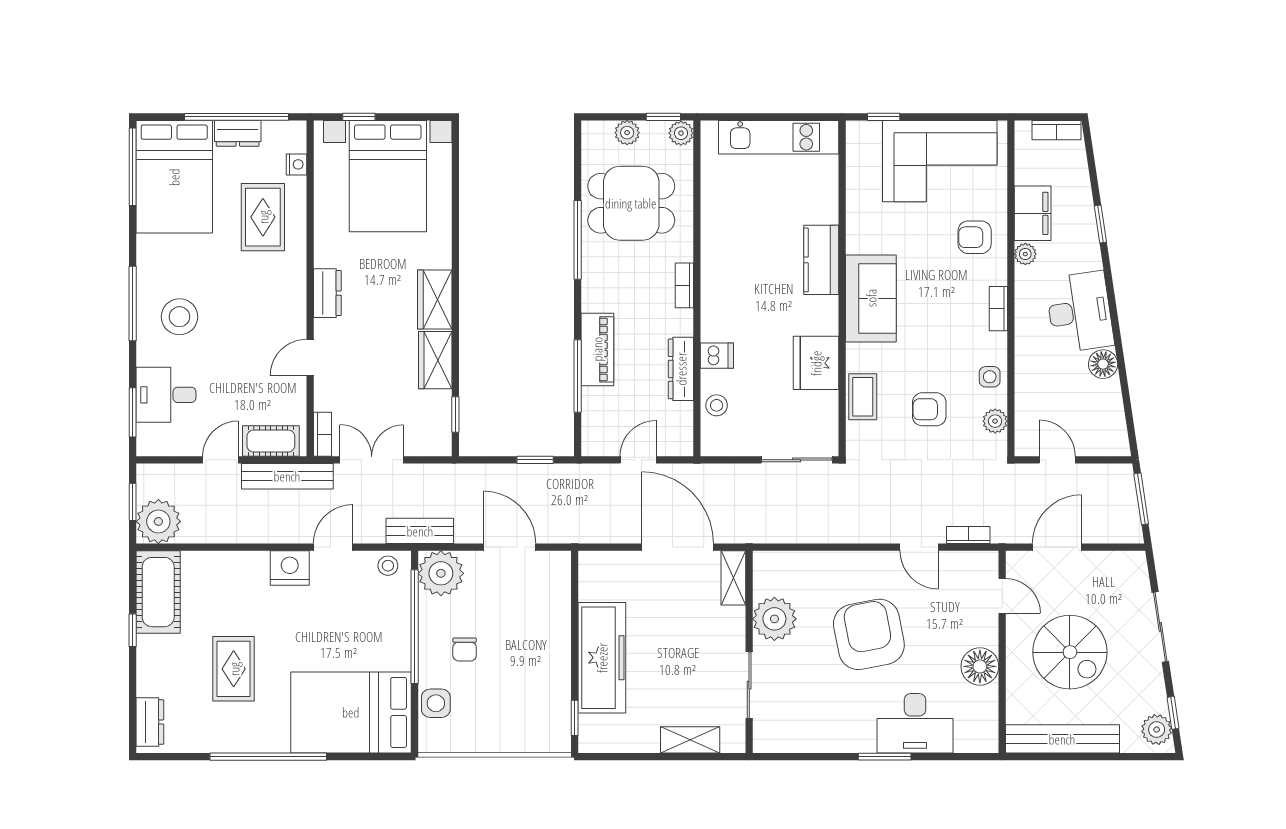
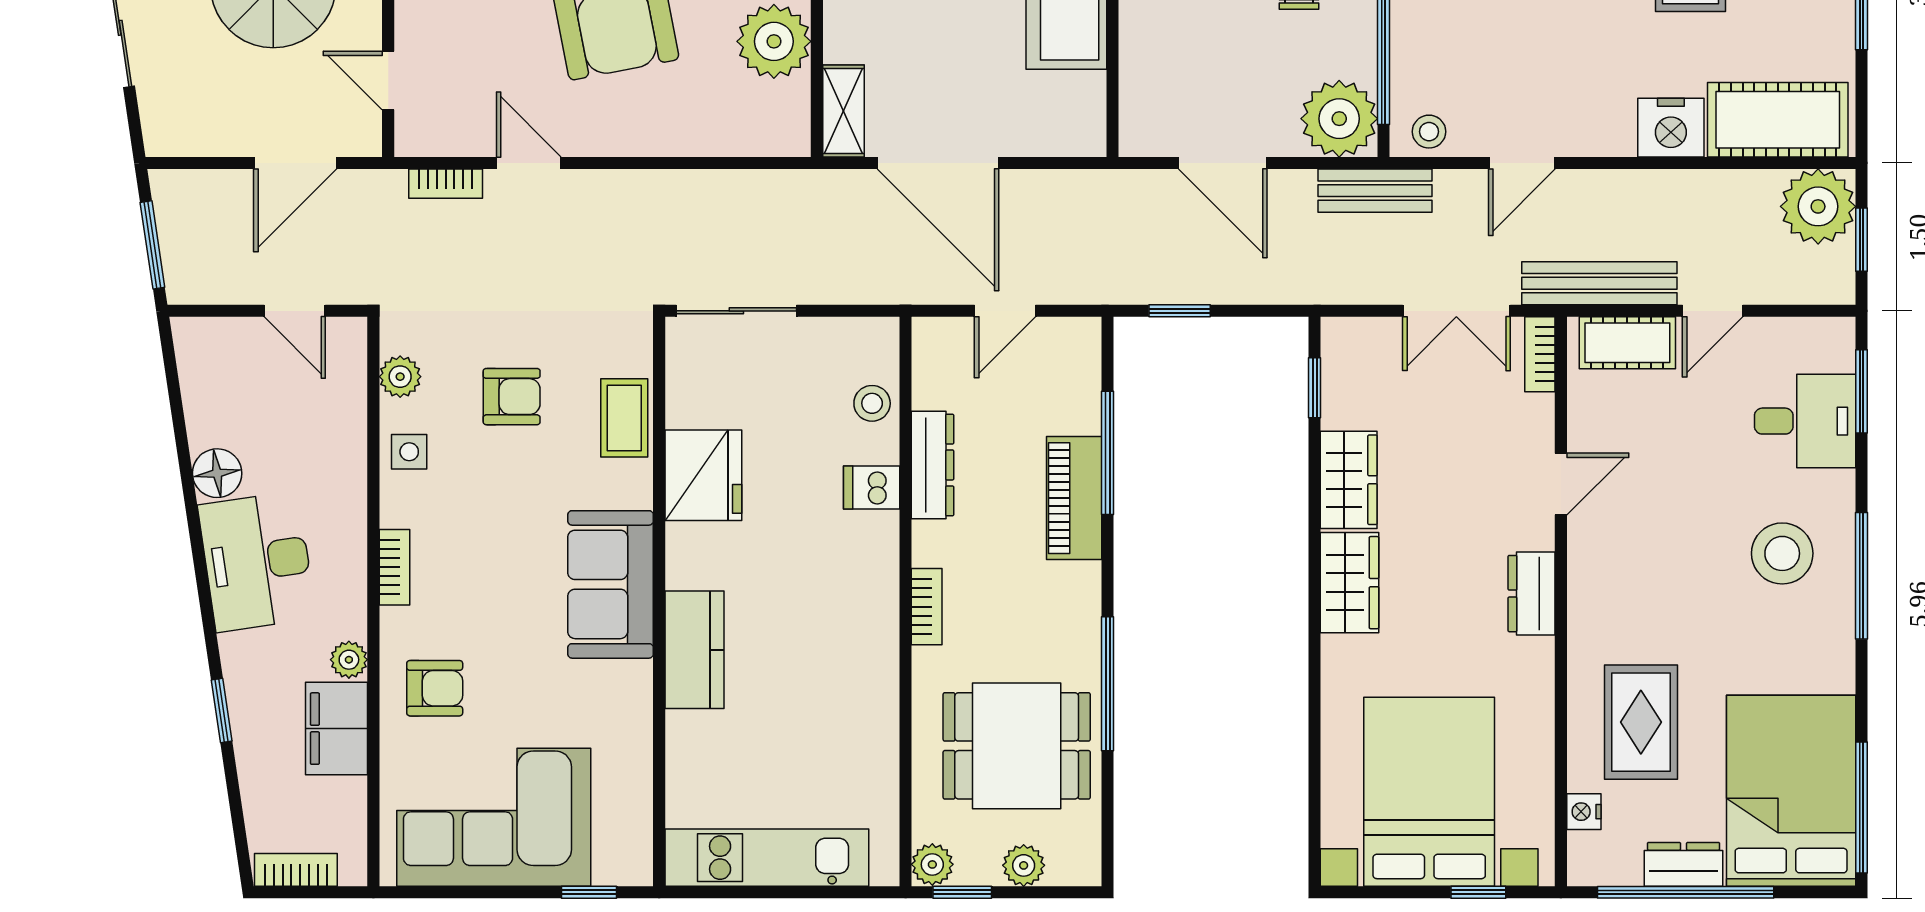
nightstand: (290, 568) -> (1671, 128), moved
cot: (158, 592) -> (1778, 120), moved, turned 90

